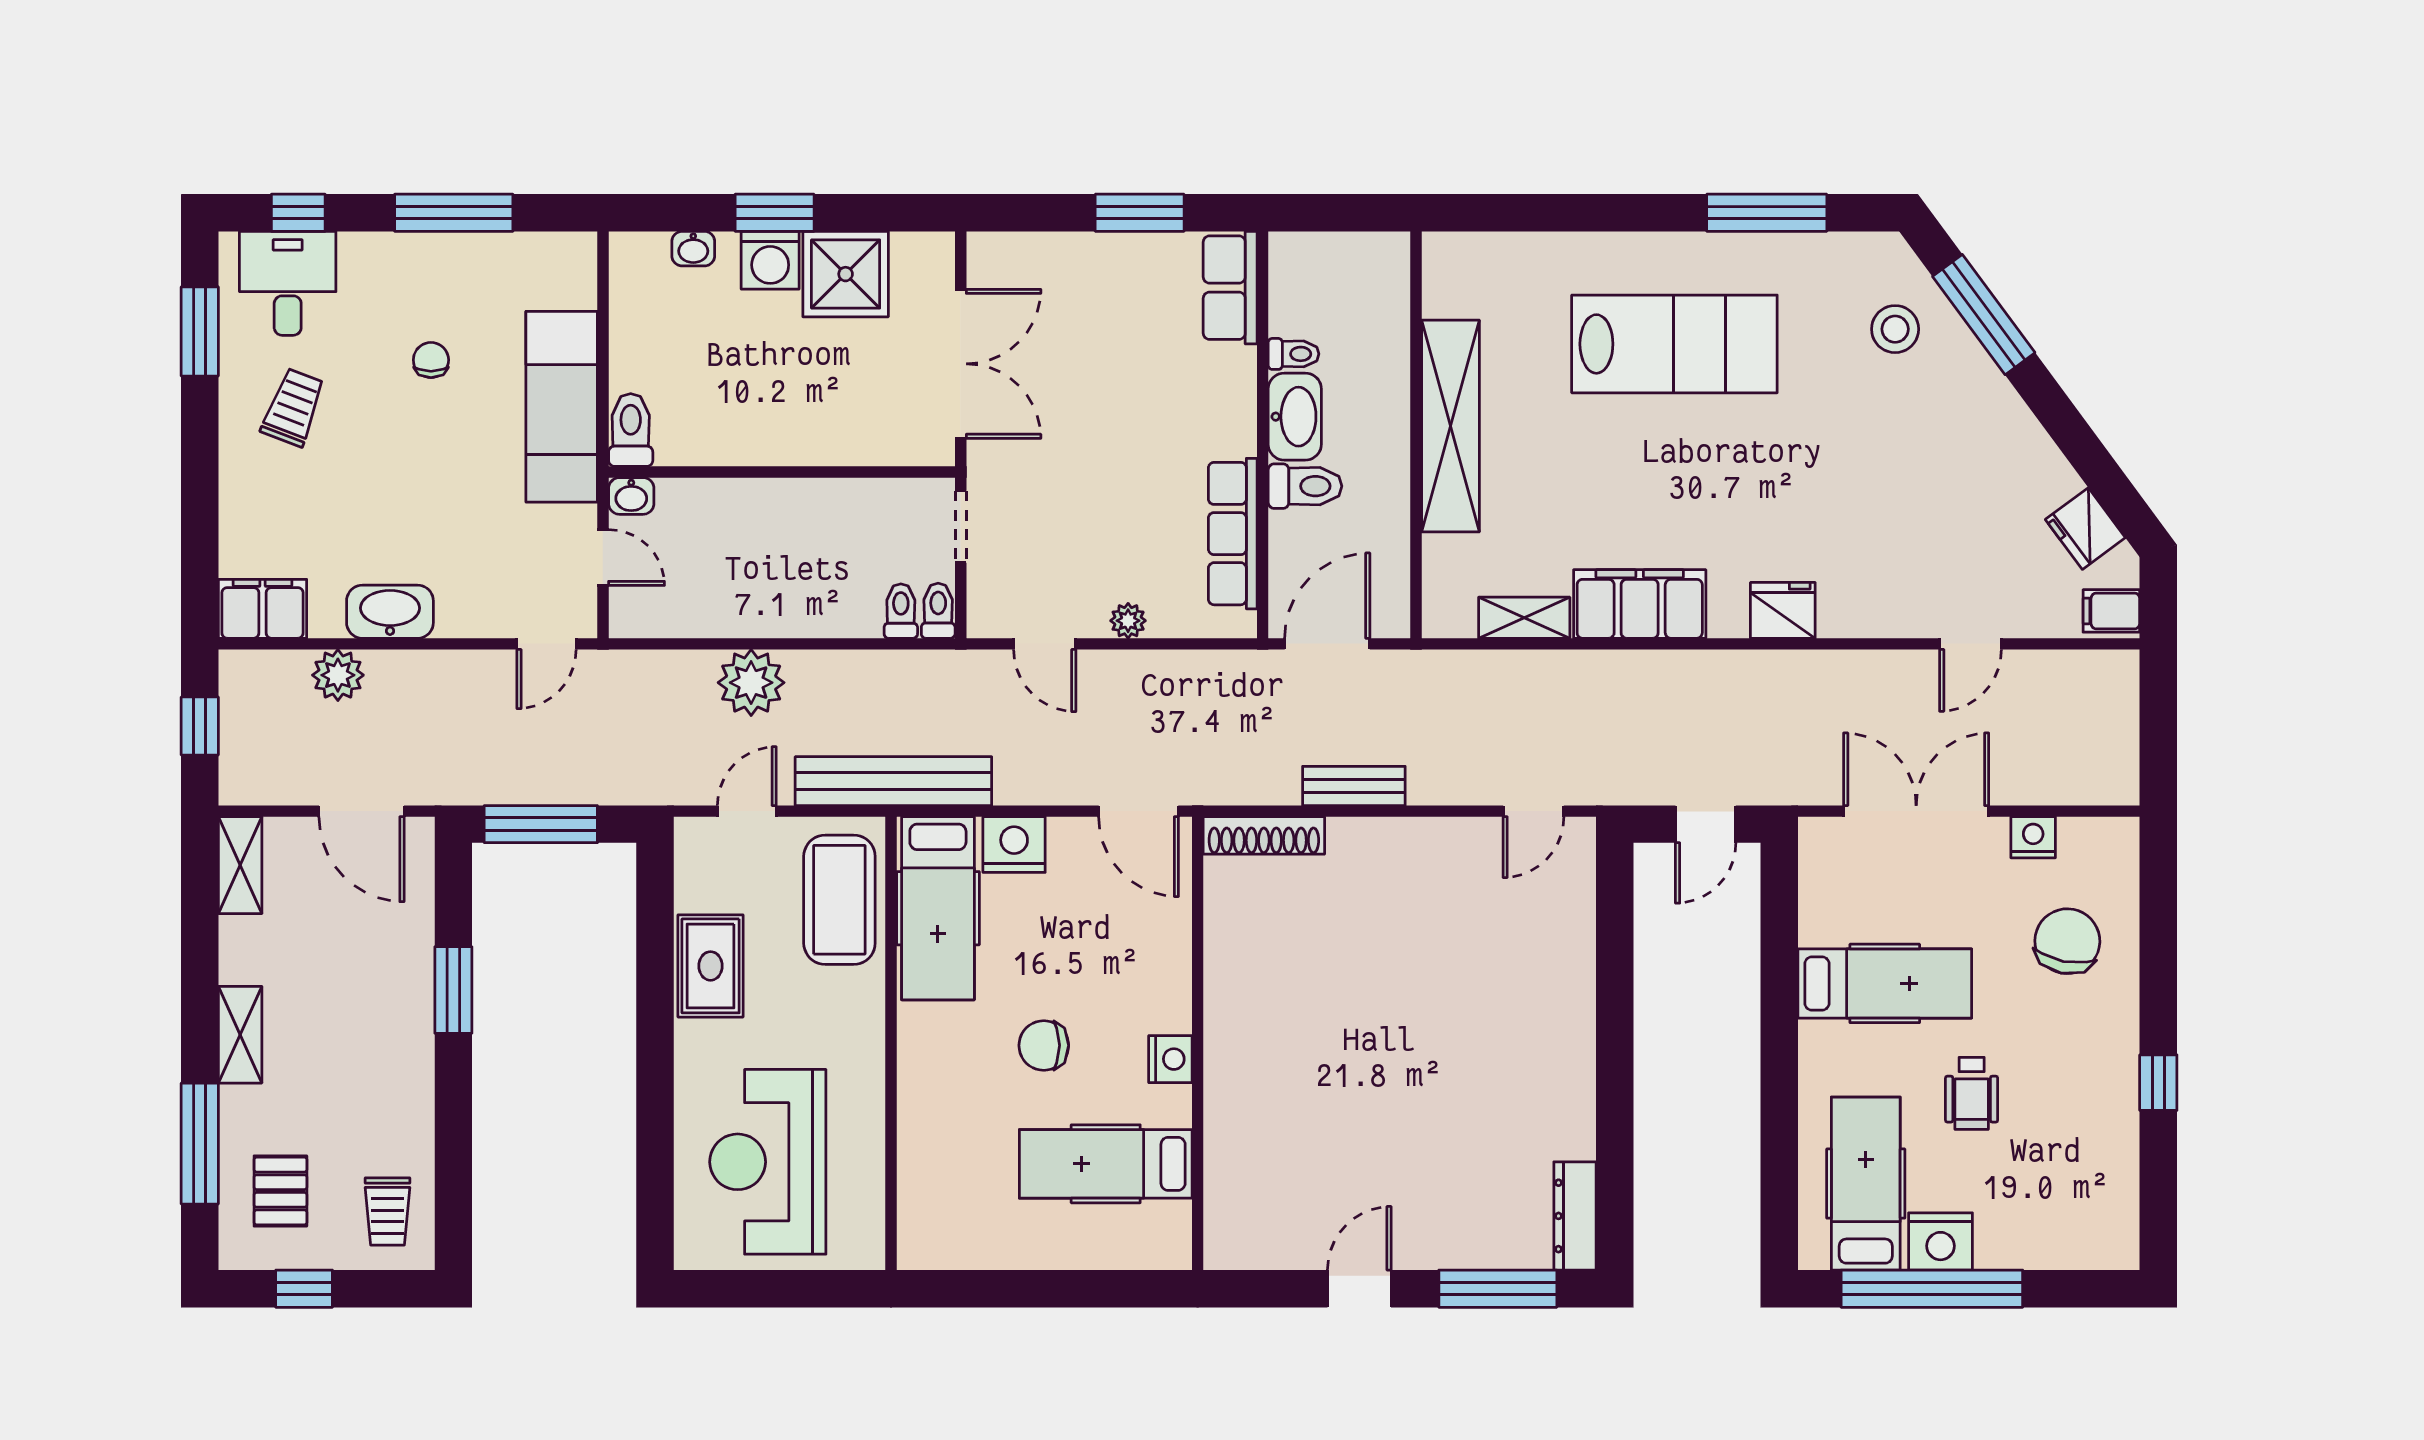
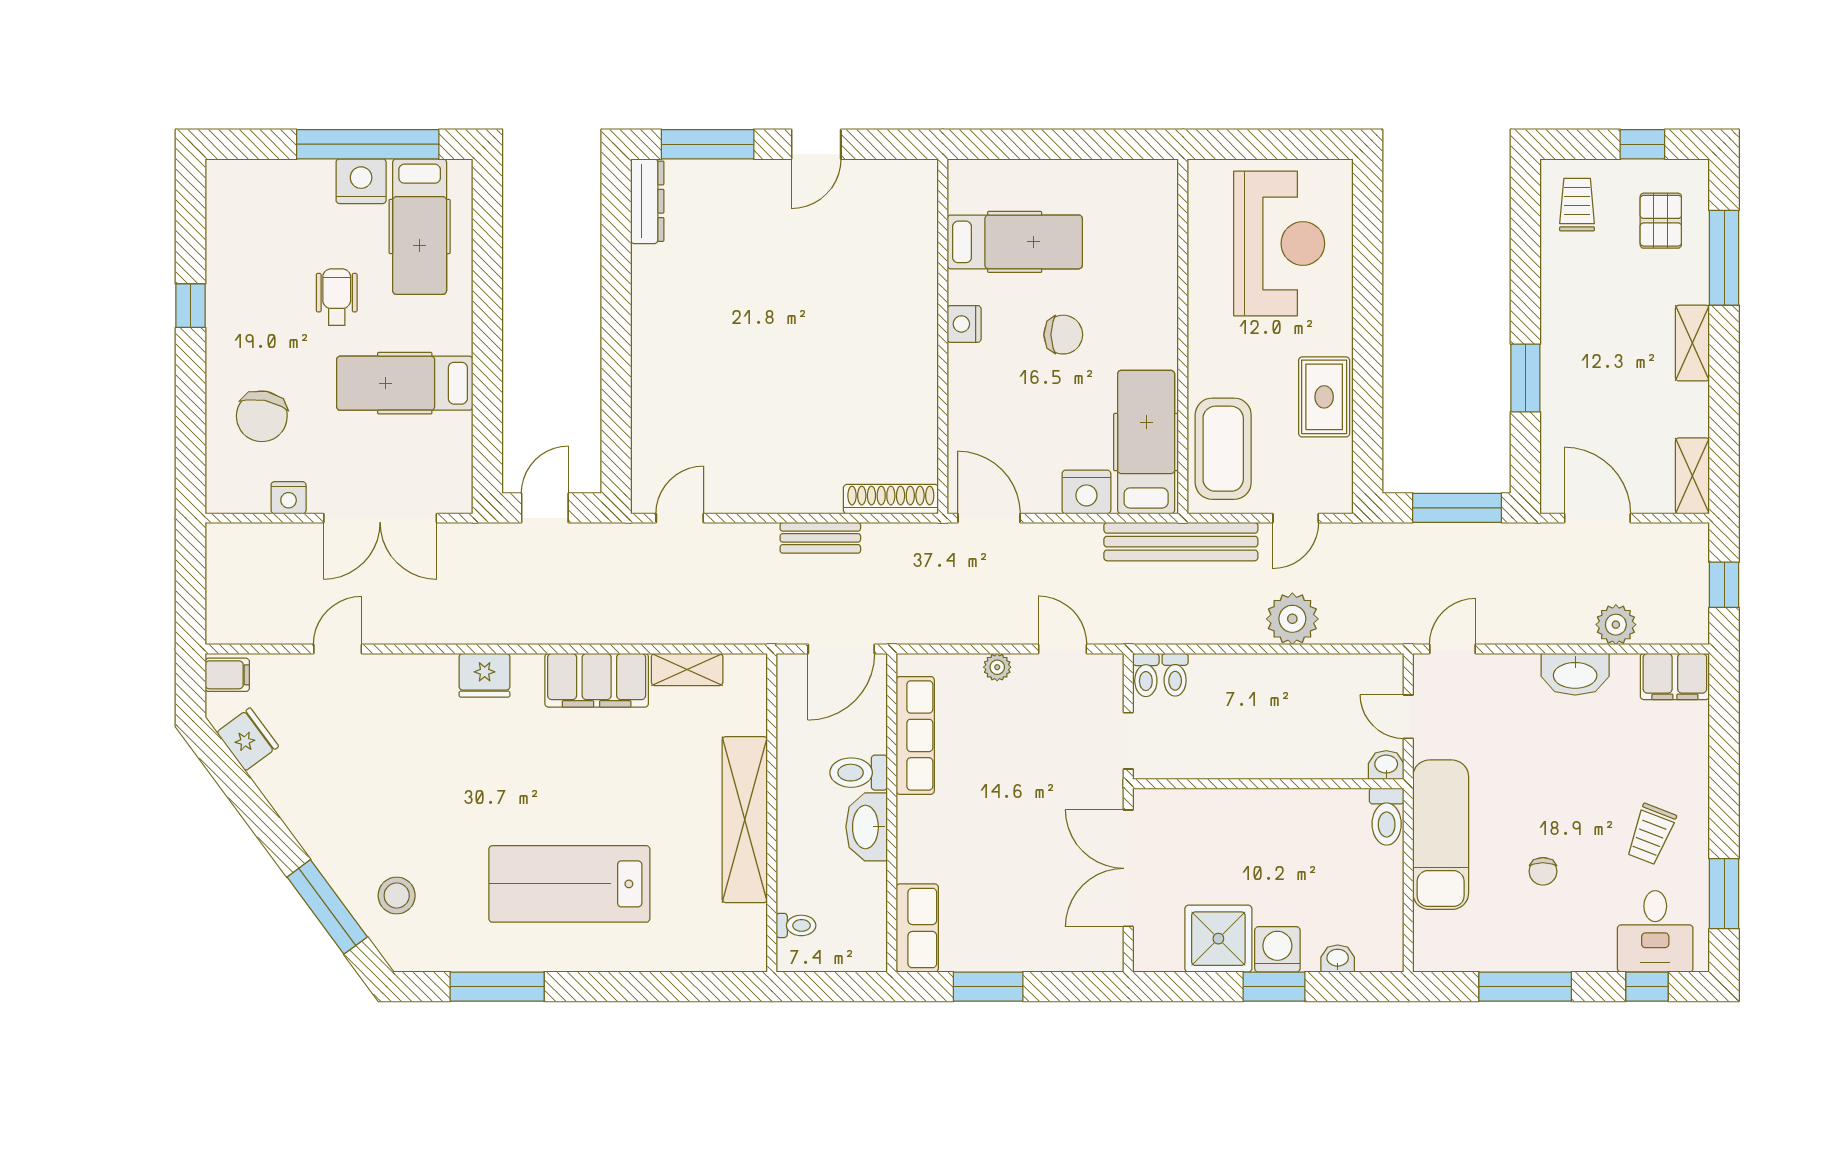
toilet: (1294, 354) -> (796, 925), moved, turned 180

